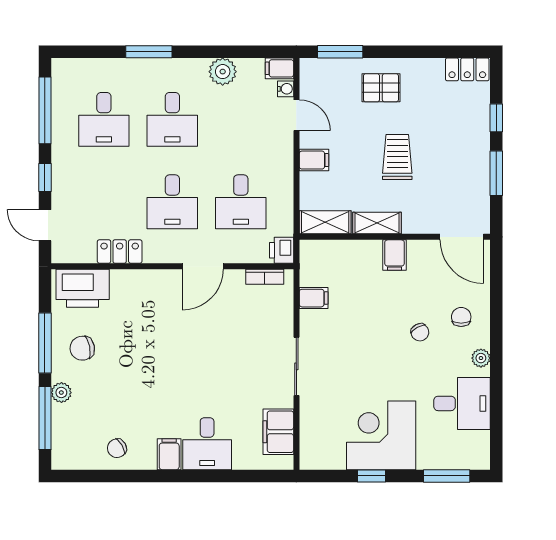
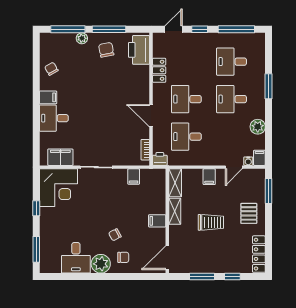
locker: (467, 69) -> (259, 254), width x1.53
plant: (481, 358) -> (101, 264), width x1.88, depth x1.88
corner desk: (381, 435) -> (58, 188), moved, turned 90

